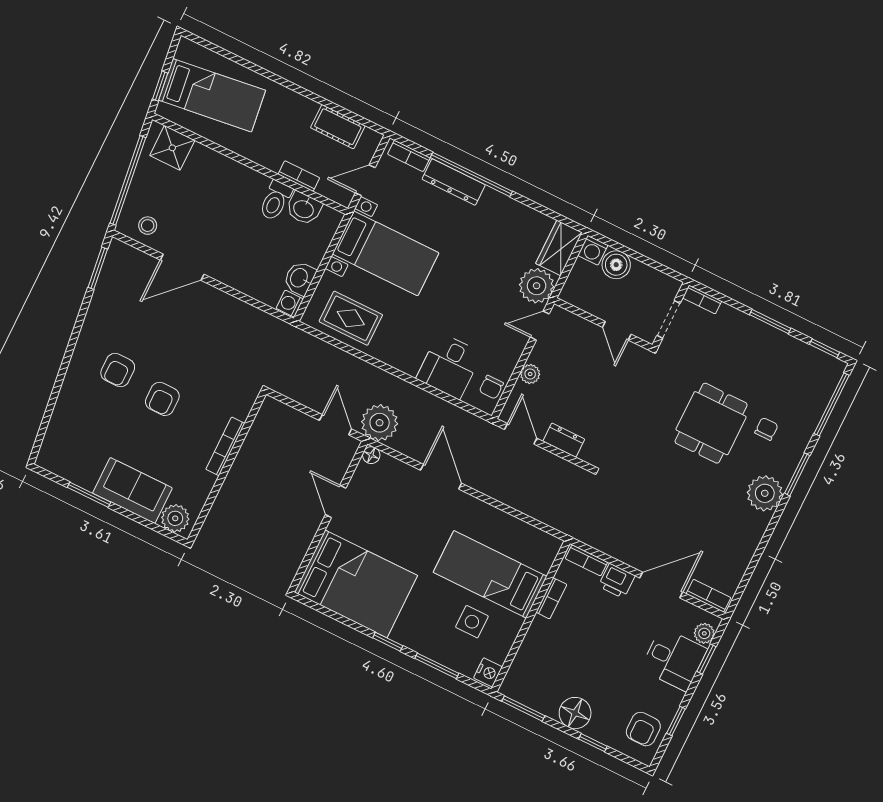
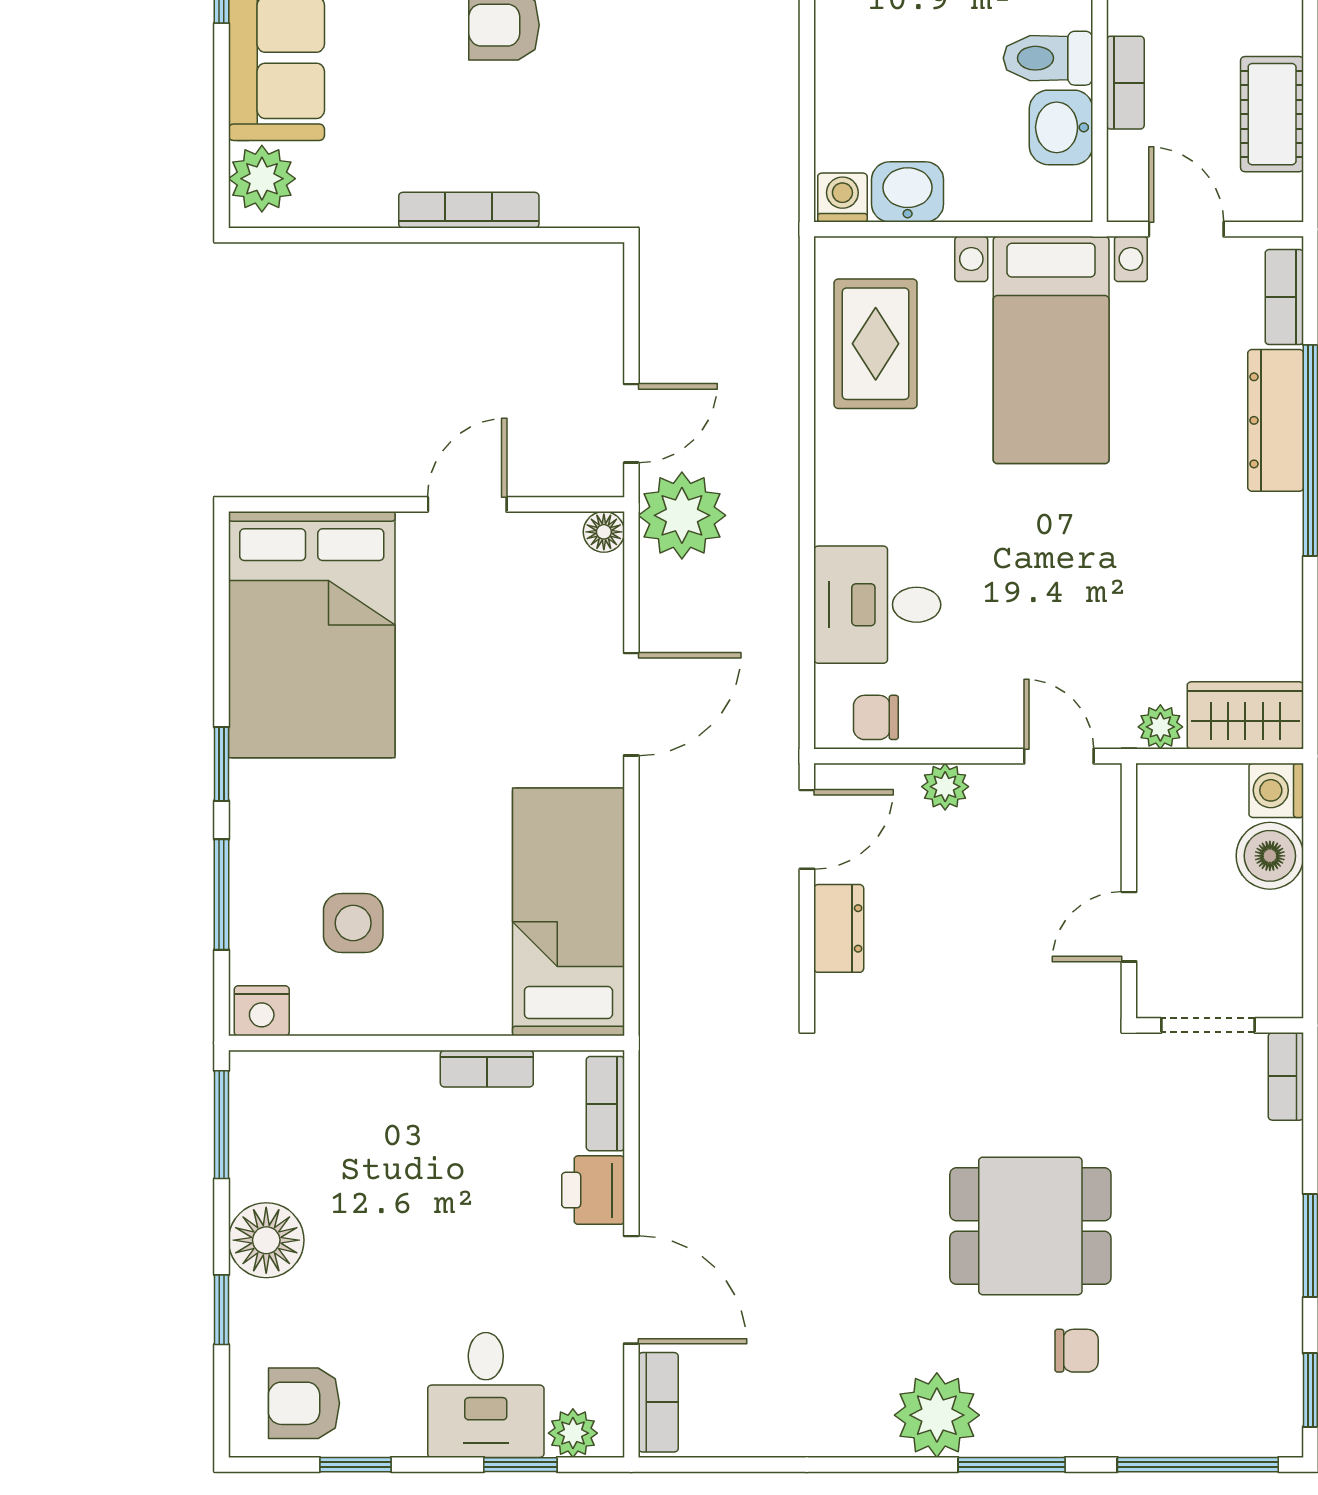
plant: (537, 286) -> (1160, 727), width x0.53, depth x0.53
bed: (490, 574) -> (568, 912), moved

